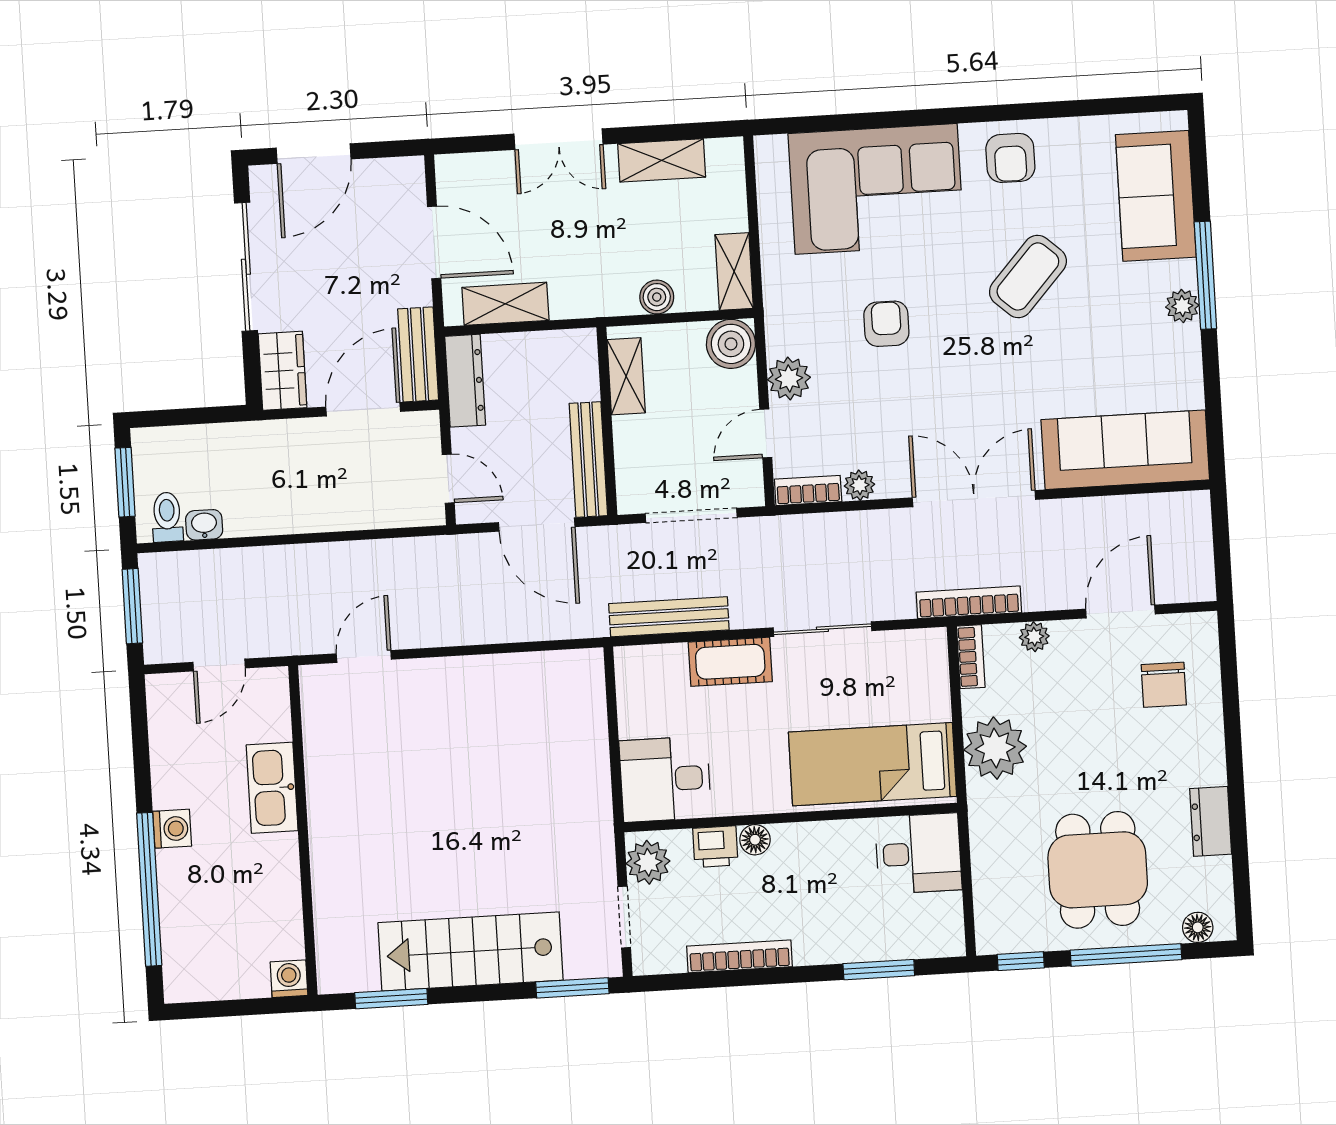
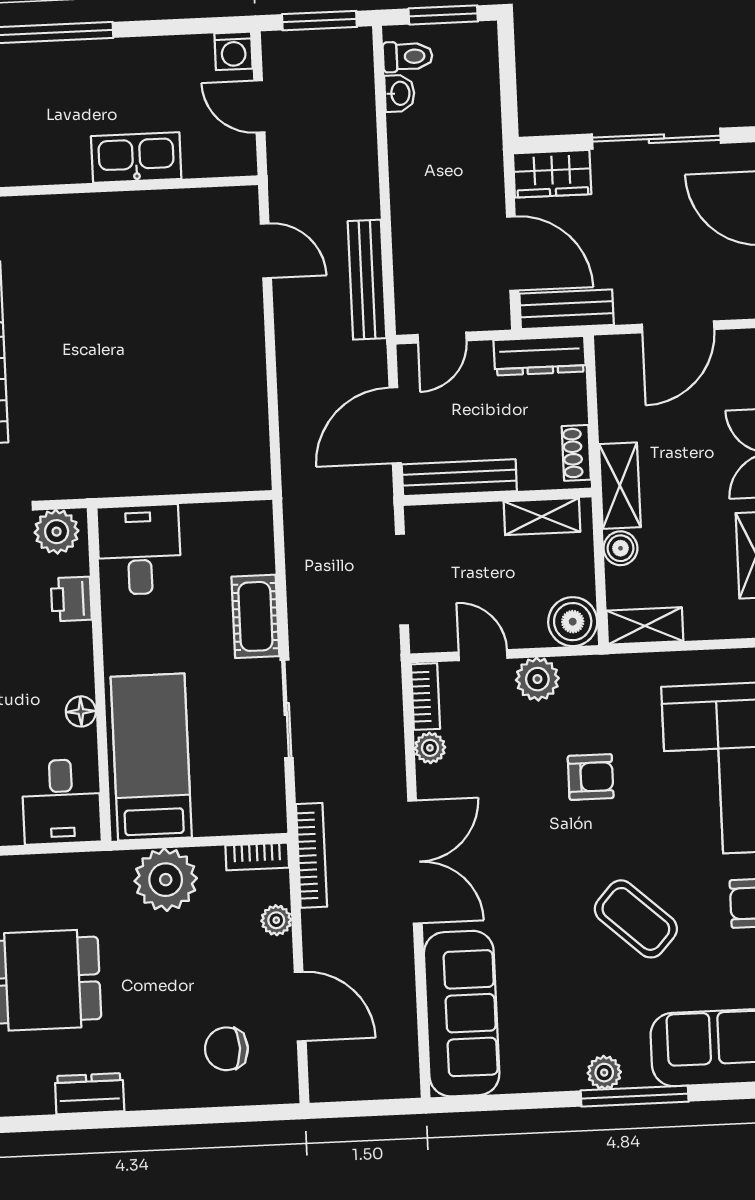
shelving: (505, 304) -> (620, 486), moved
shoe rack: (562, 343) -> (576, 453), added
bench: (669, 617) -> (367, 280), moved
washing machine: (172, 829) -> (234, 51), moved
floor lamp: (755, 840) -> (81, 711), moved

